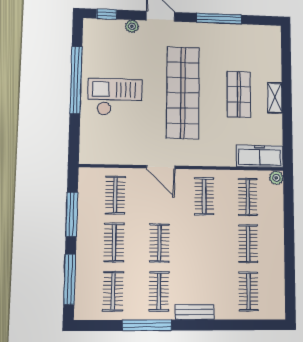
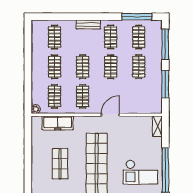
checkout: (115, 97) -> (140, 172), moved
shelving: (275, 98) -> (157, 126), moved
freezer: (260, 156) -> (58, 123), moved
door: (161, 167) -> (110, 115), hinge flipped
clothes rail: (115, 195) -> (83, 67), moved
window: (147, 325) -> (137, 17), moved

